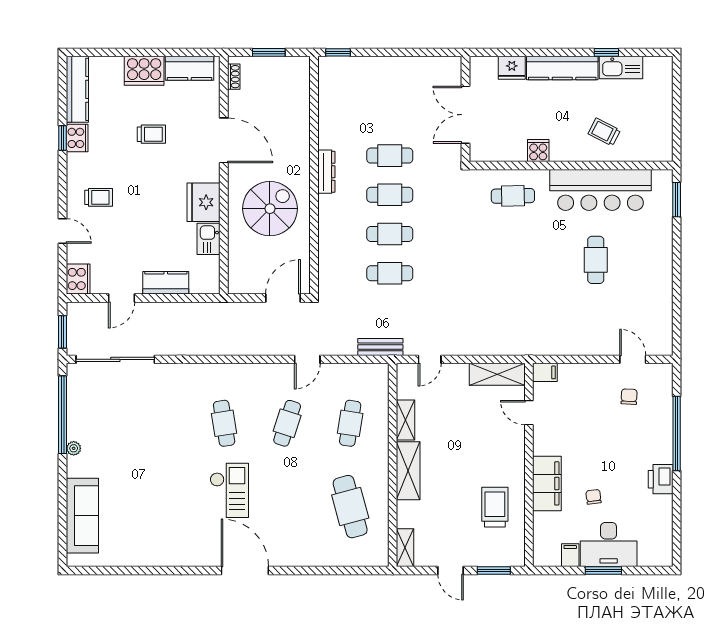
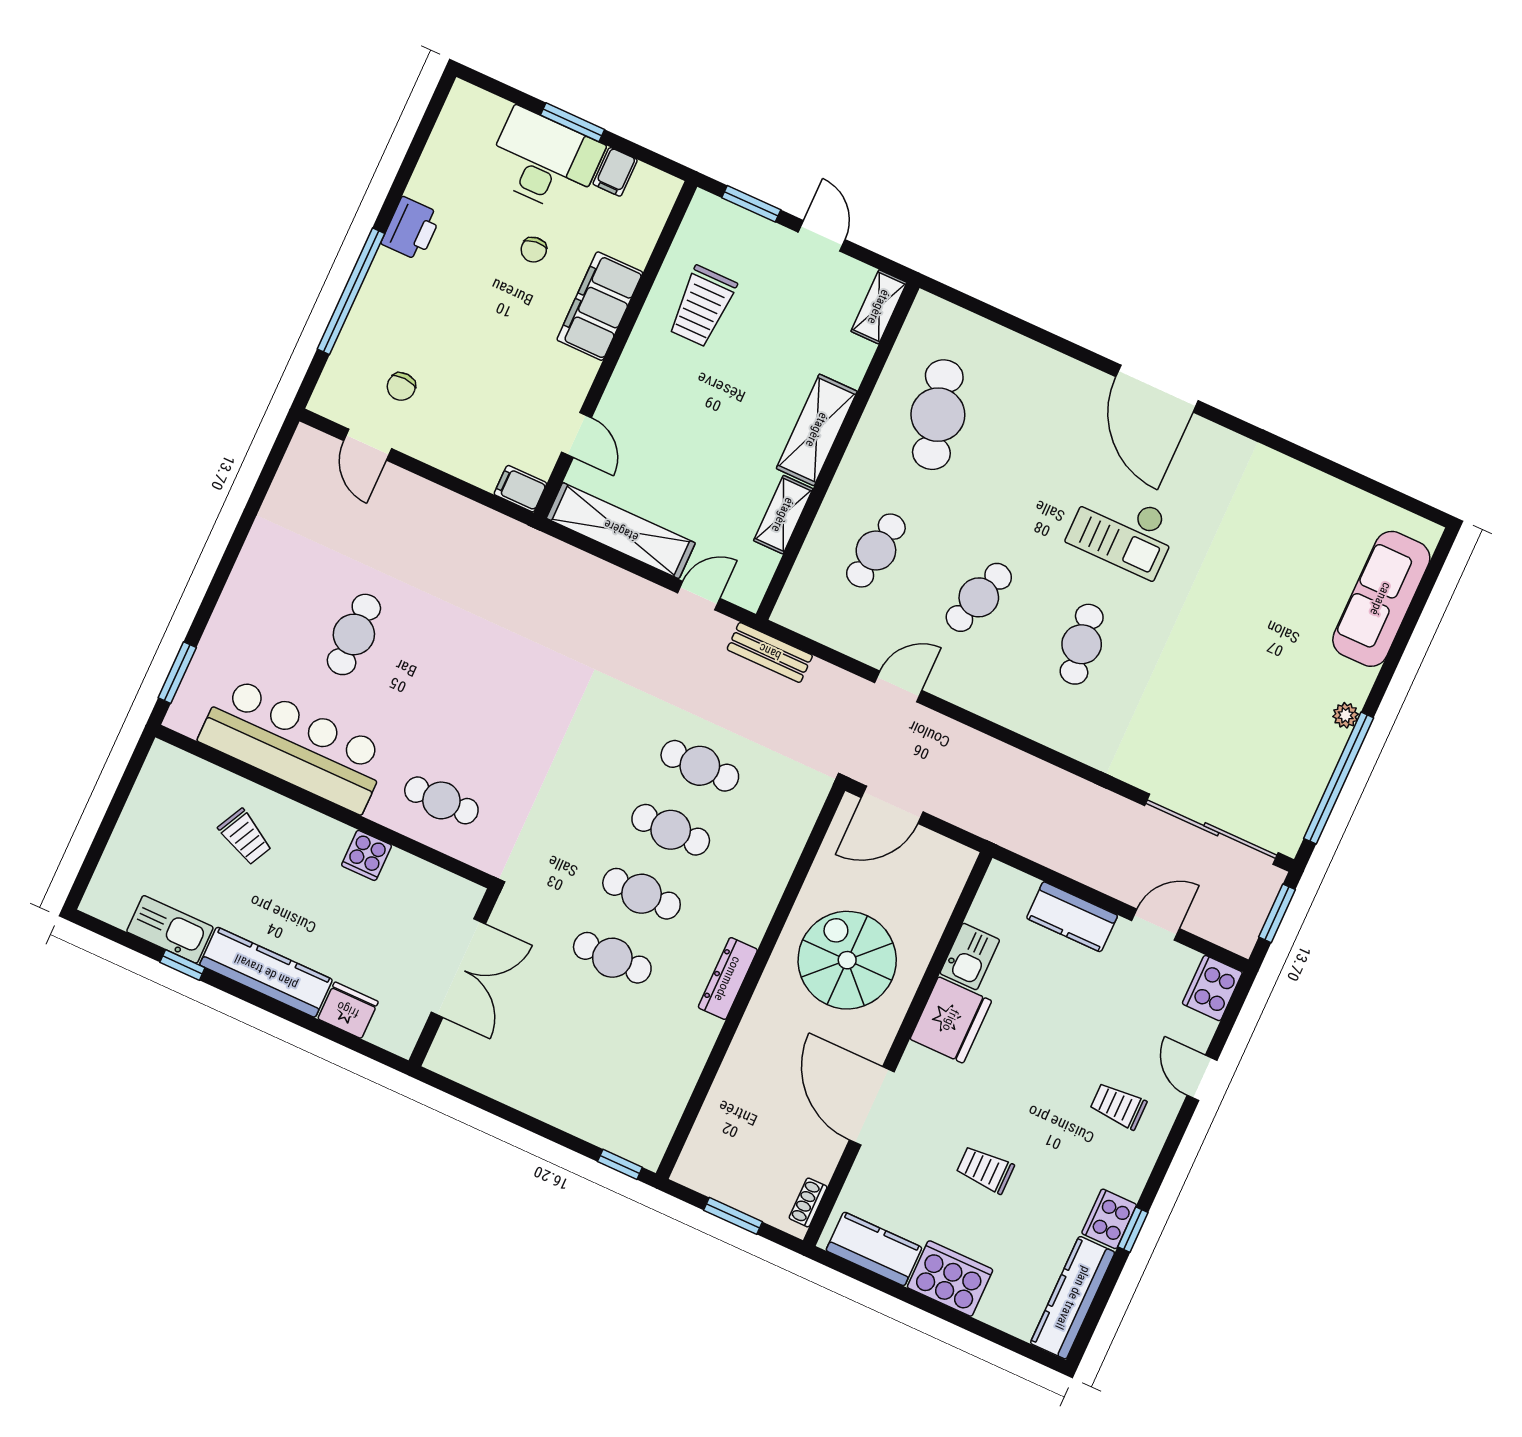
spiral stairs: (270, 209) -> (847, 960), turned 90
shelving: (497, 374) -> (621, 531), width x1.47
checkout: (229, 490) -> (1123, 531), turned -90

